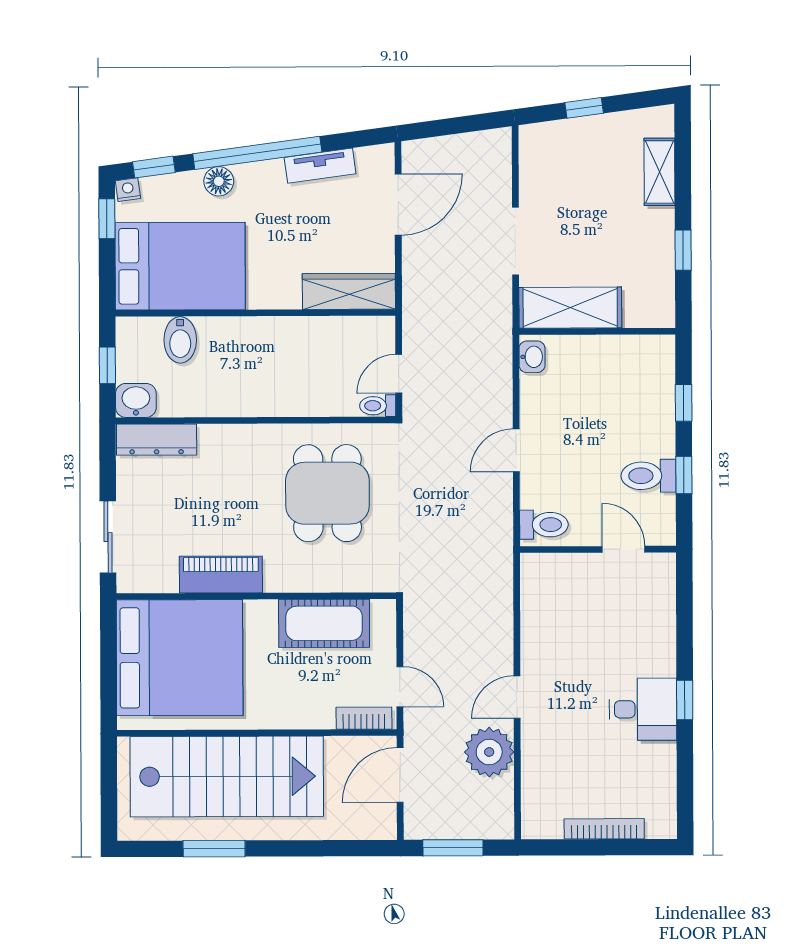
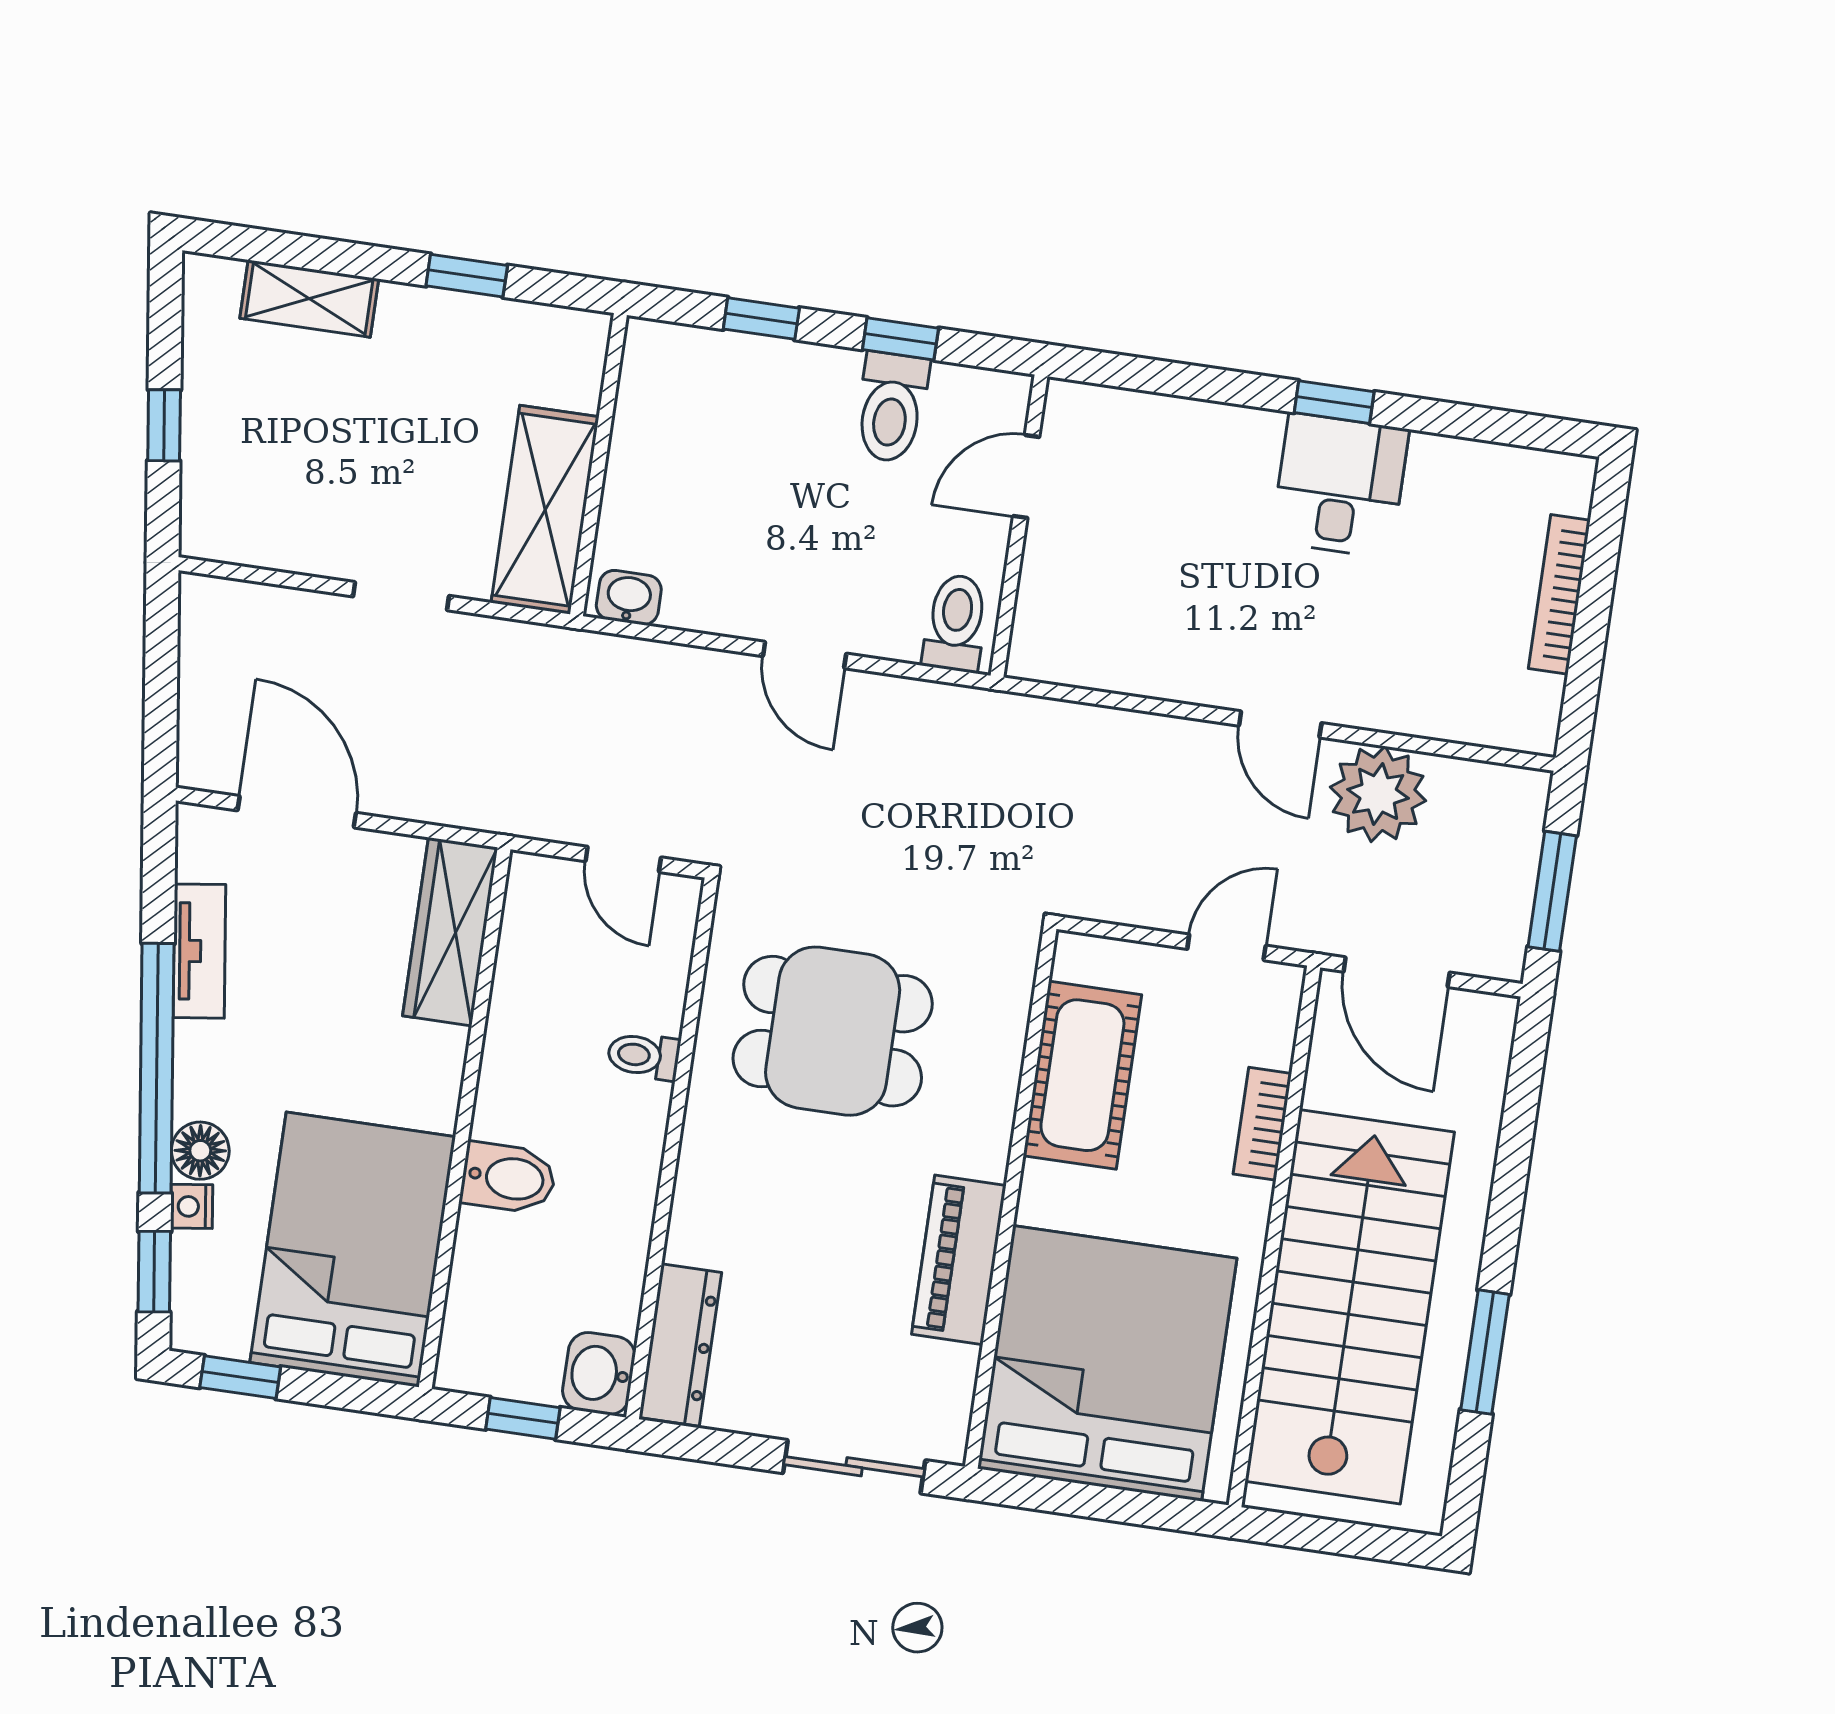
nightstand: (128, 190) -> (192, 1206), moved
doorway: (515, 241) -> (401, 596), width x0.73
bidet: (180, 340) -> (508, 1178), moved
toilet: (378, 406) -> (644, 1056), moved, turned 90
bookcase: (364, 718) -> (1262, 1124), moved

